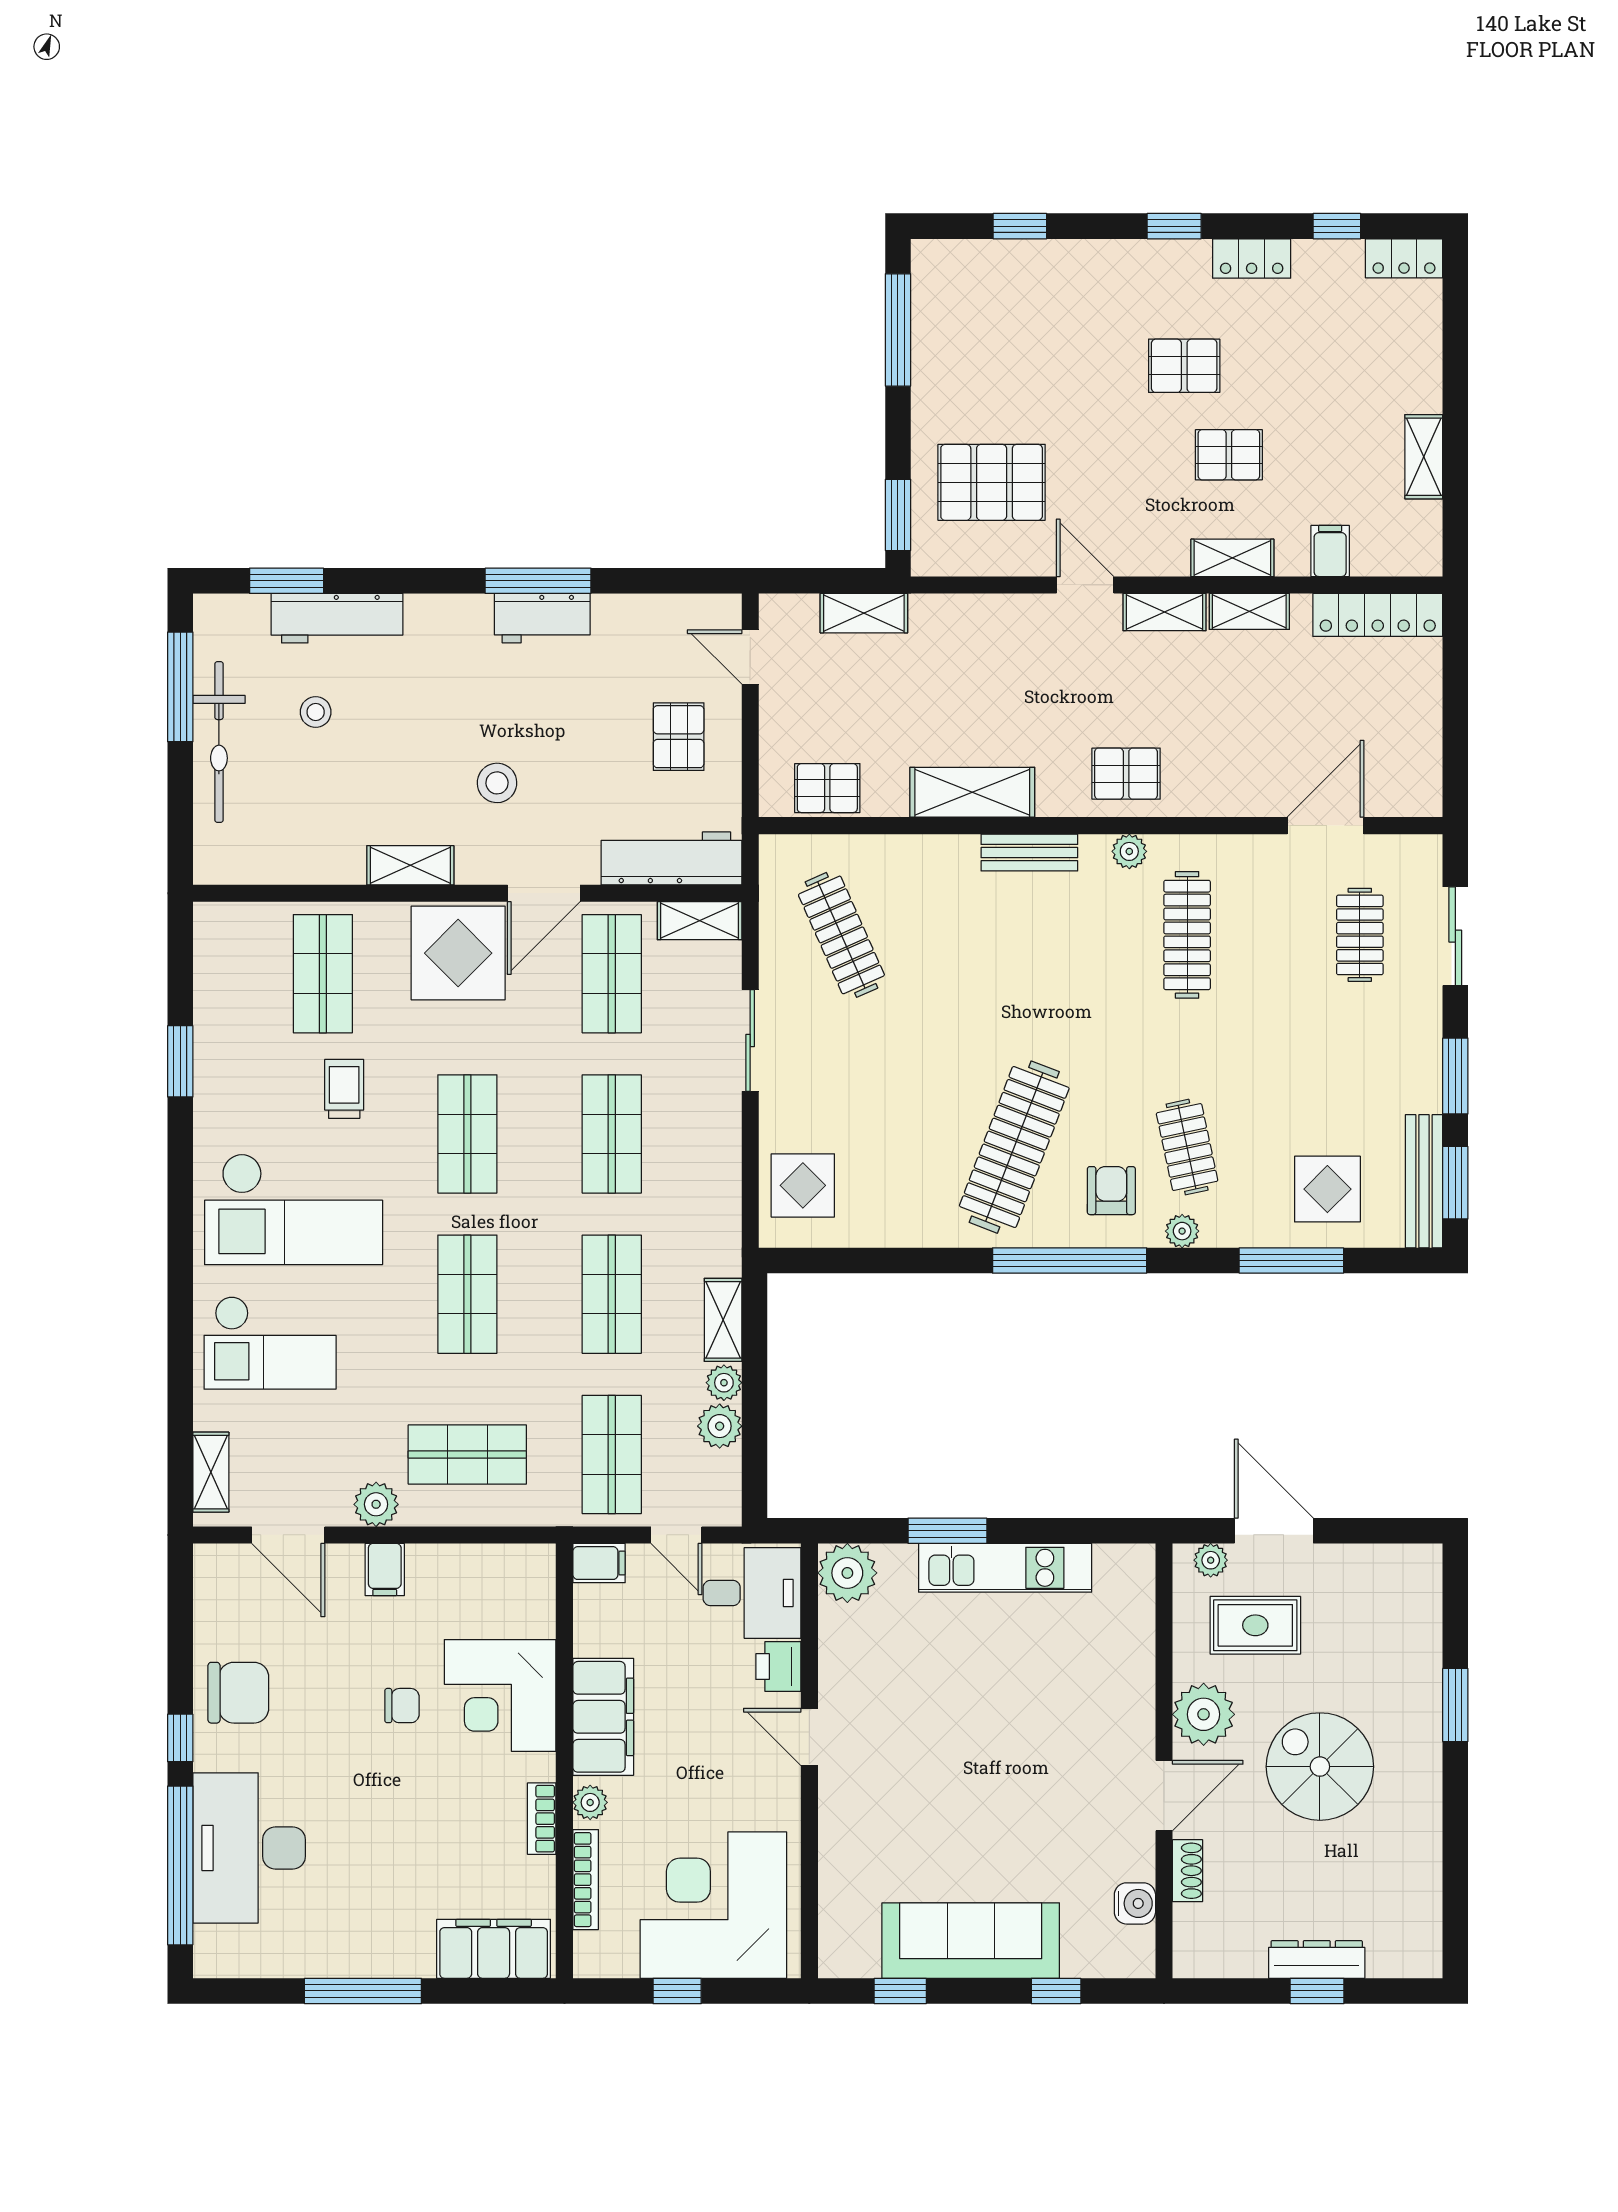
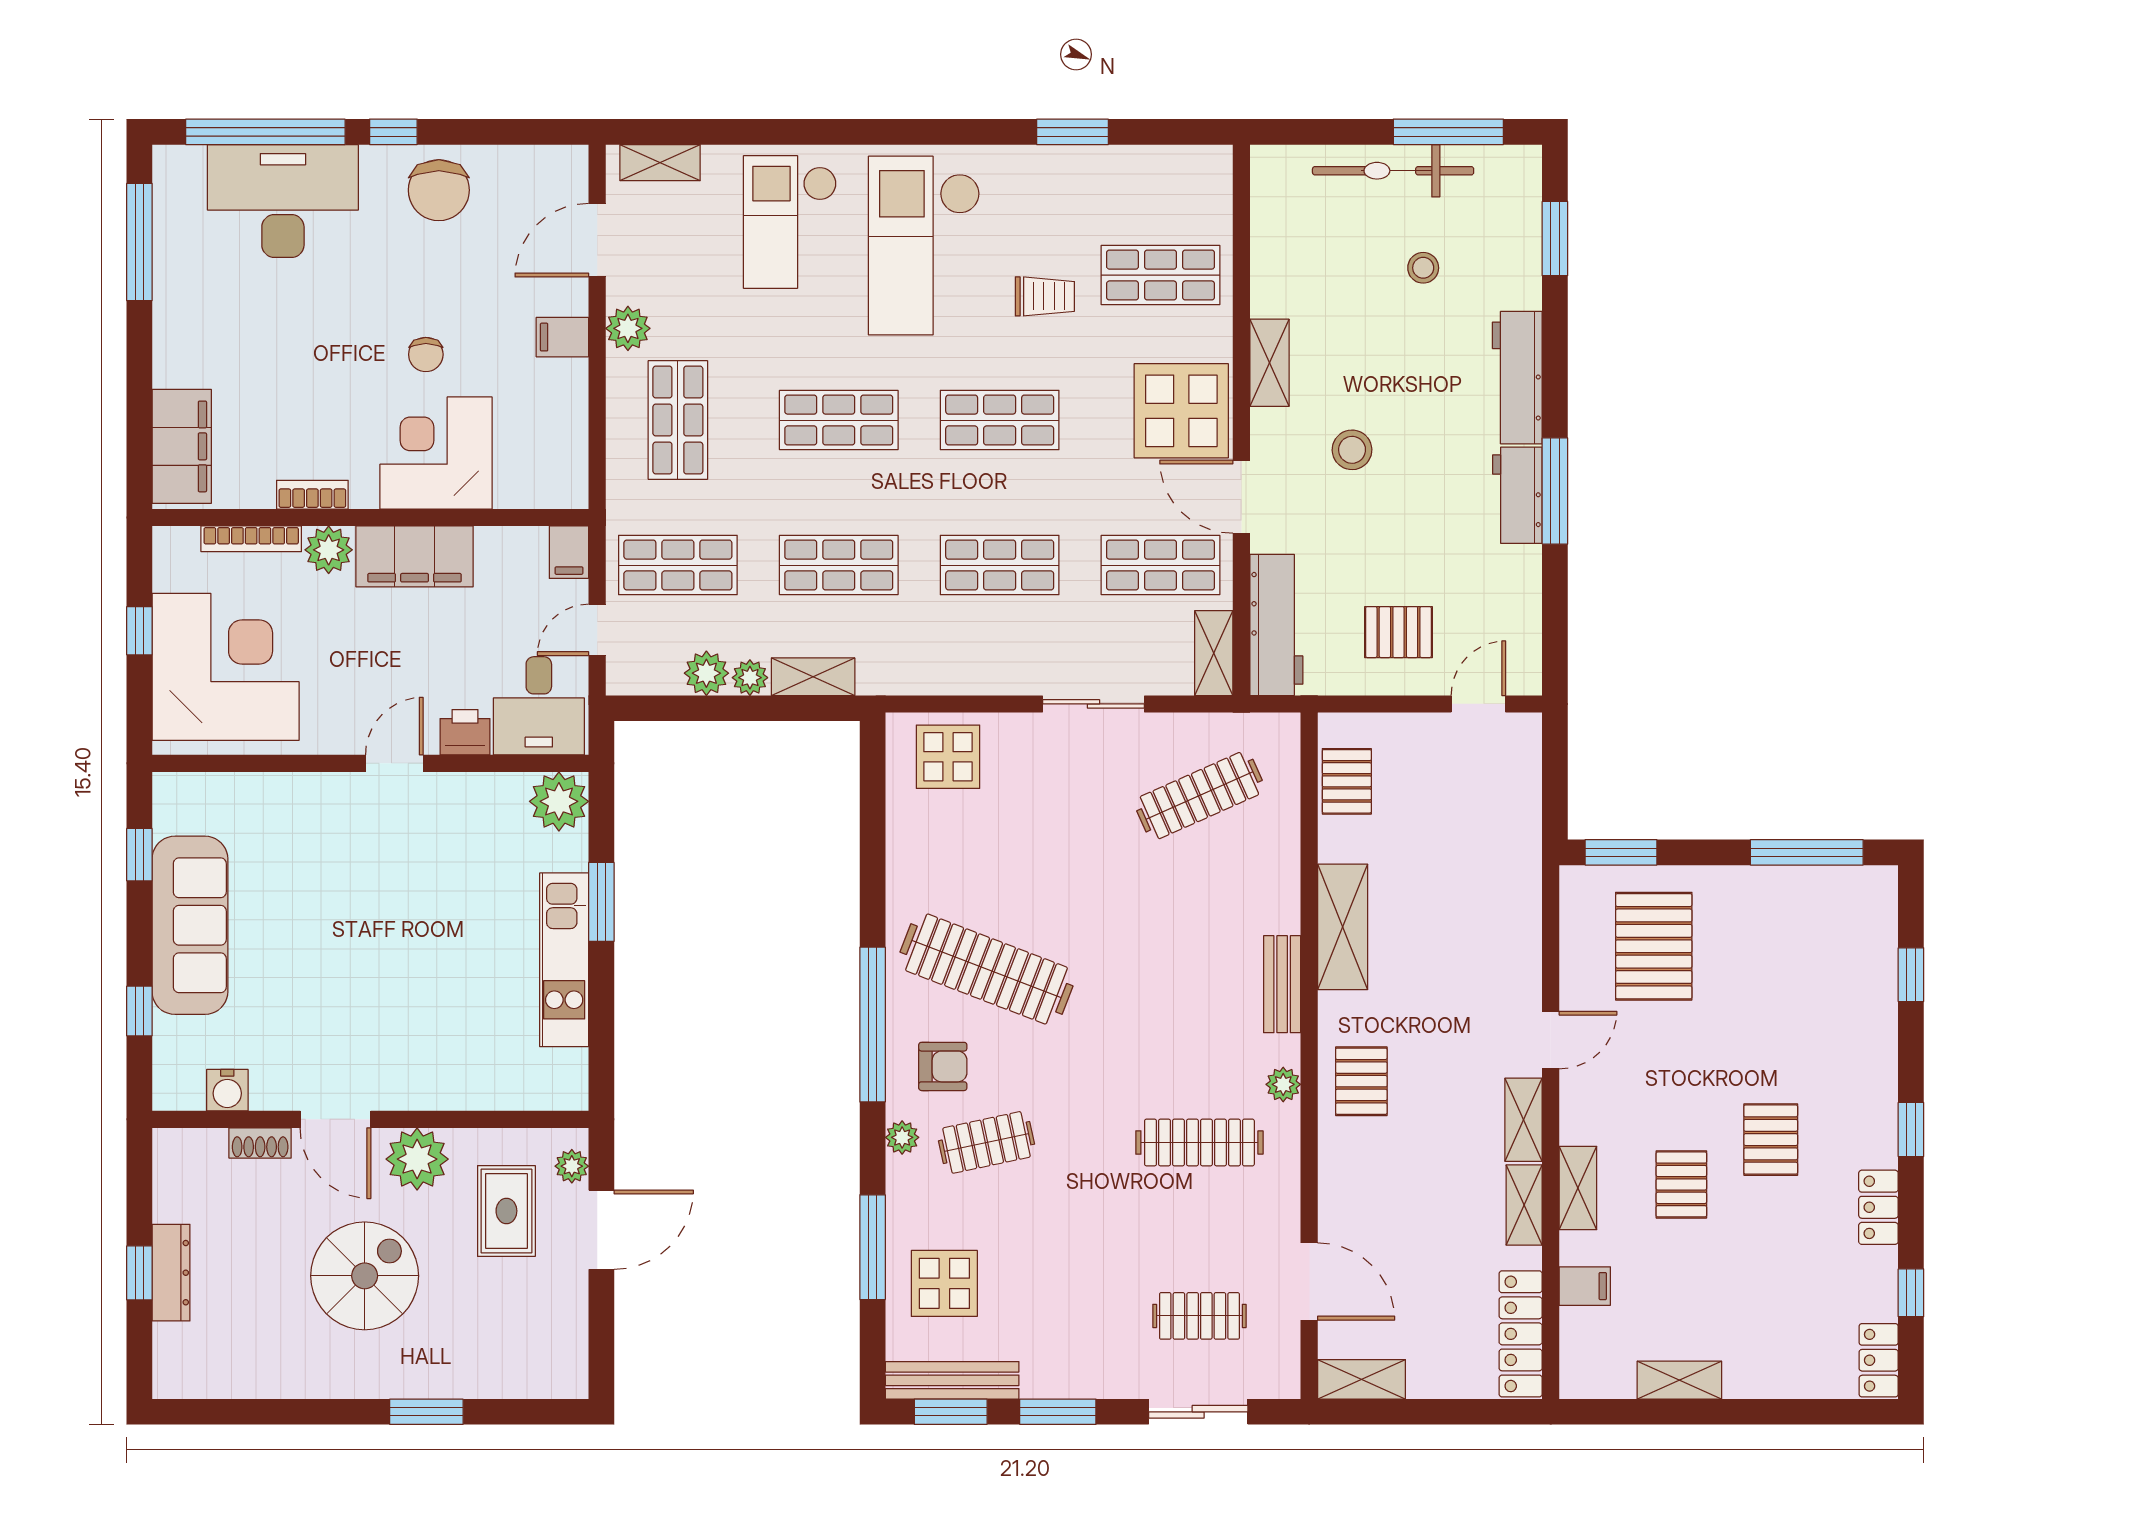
shelving: (864, 613) -> (1362, 1379), moved, turned 90
workbench: (337, 618) -> (1517, 378), moved
plant: (590, 1802) -> (329, 550), width x1.38, depth x1.38
window: (363, 1991) -> (139, 242), moved

